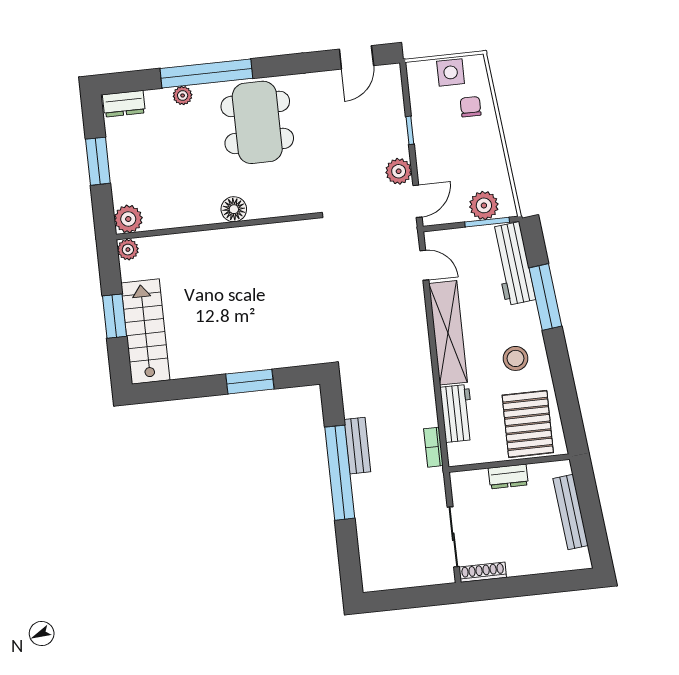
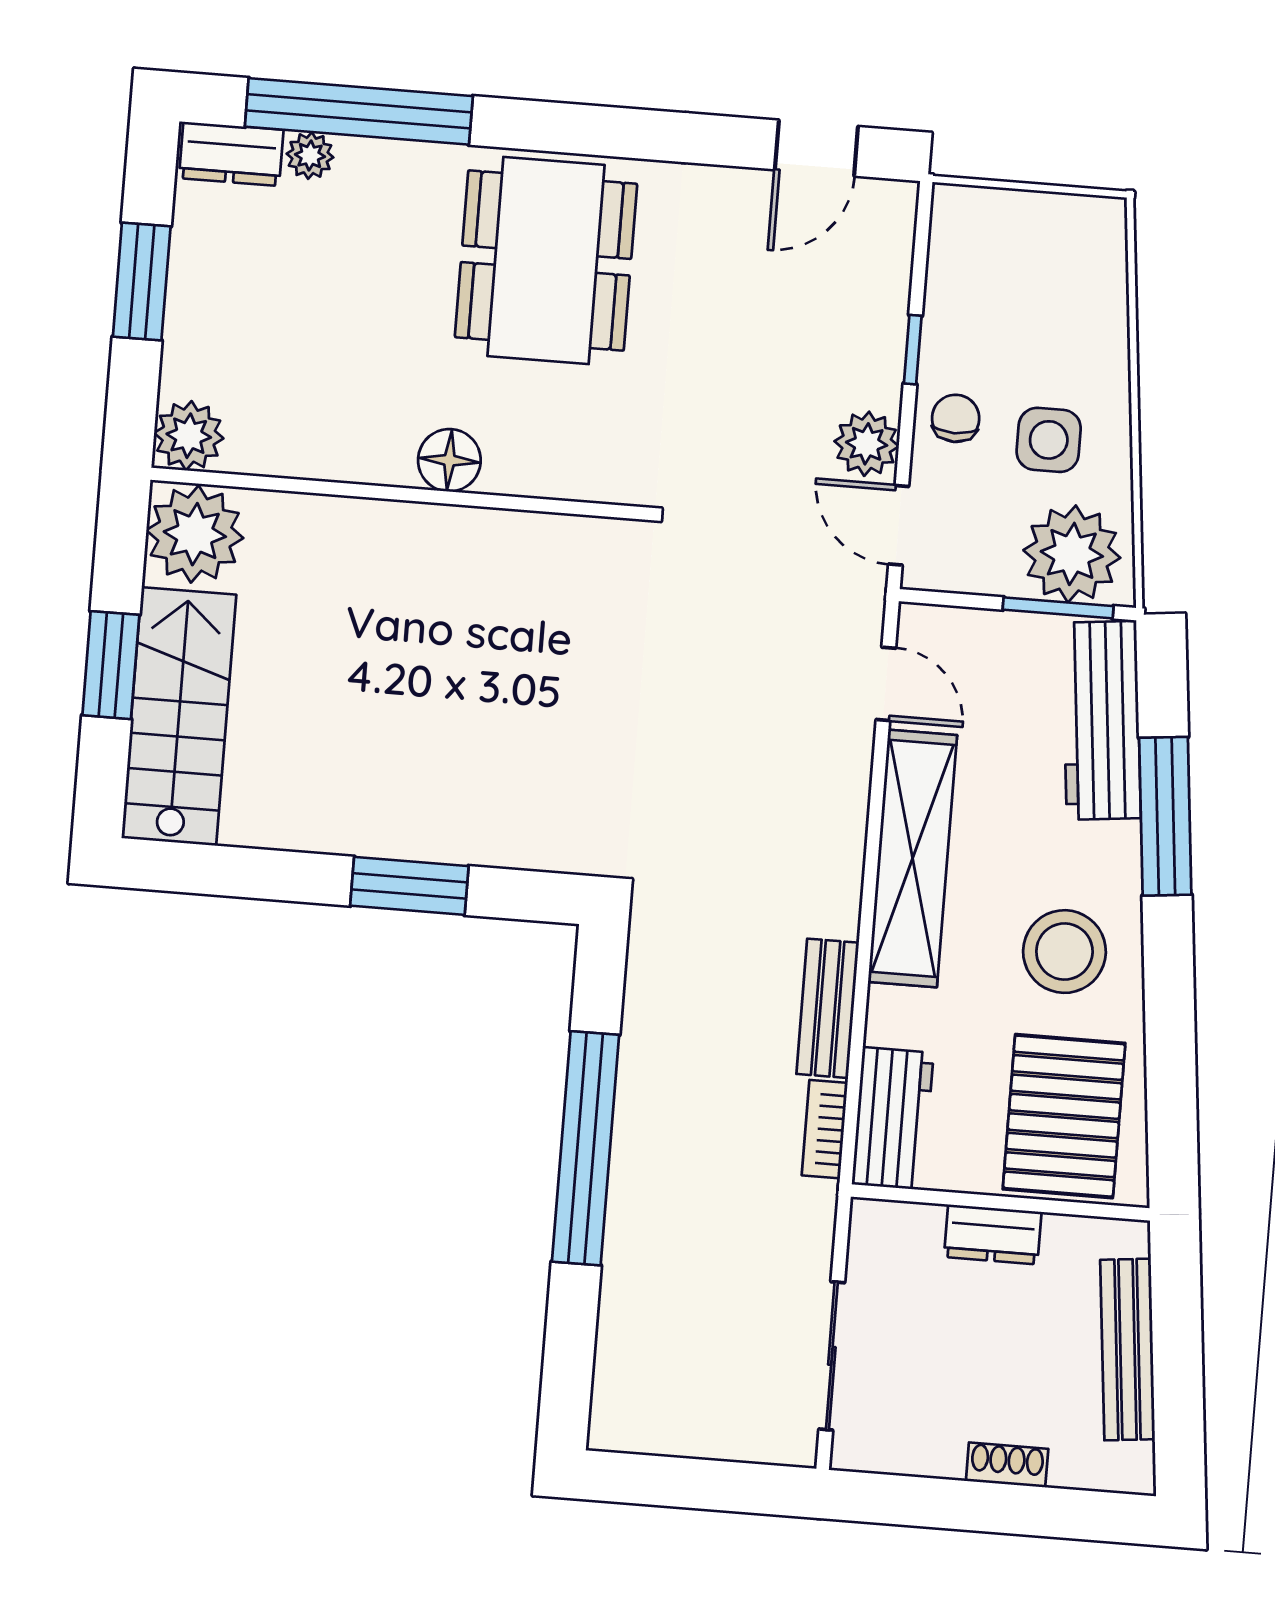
side table: (451, 72) -> (1049, 440), moved
window: (206, 73) -> (359, 111), moved
plant: (183, 96) -> (310, 156), moved
chair: (471, 107) -> (956, 418), moved
door: (417, 201) -> (899, 525), swing flipped
plant: (484, 205) -> (1072, 554), width x1.36, depth x1.36
plant: (128, 250) -> (195, 534), width x1.87, depth x1.87
stool: (516, 358) -> (1064, 952), width x1.38, depth x1.38
workbench: (457, 413) -> (893, 1119), moved
bench: (357, 446) -> (828, 1008), moved
shoe rack: (483, 572) -> (1007, 1465), moved, width x0.70

